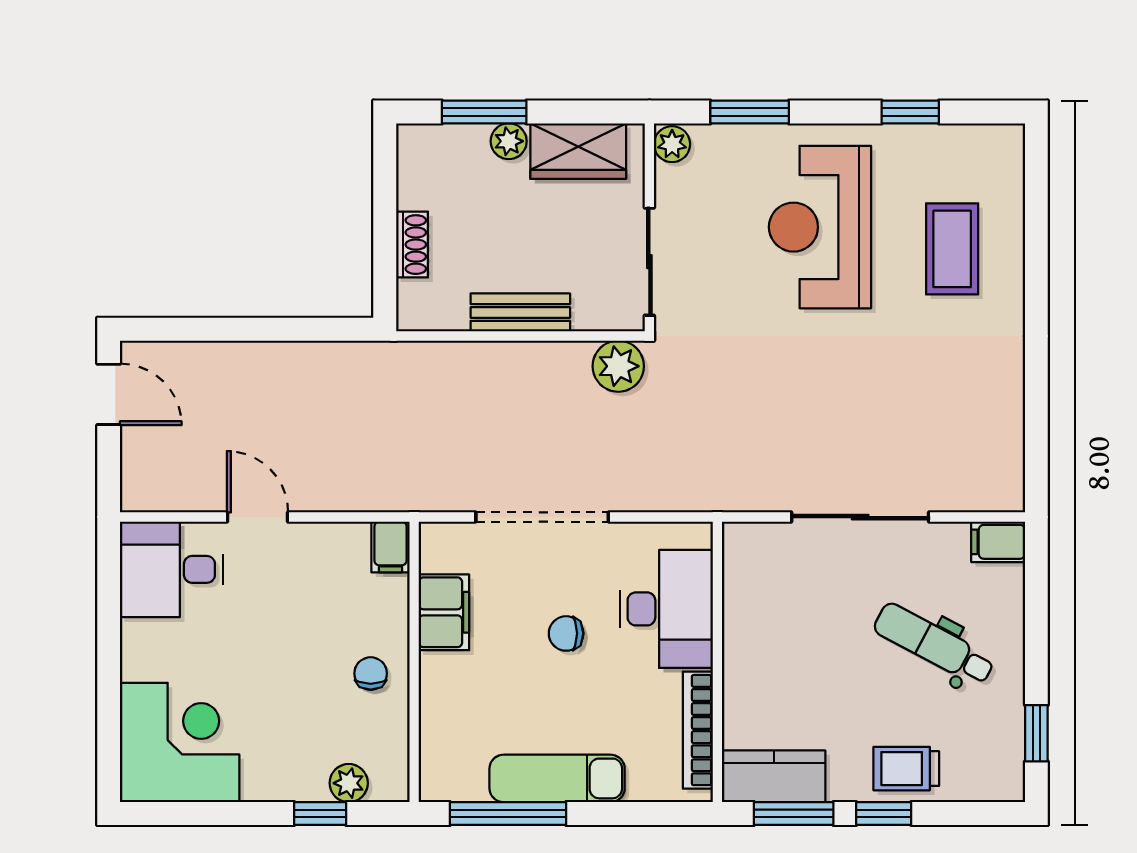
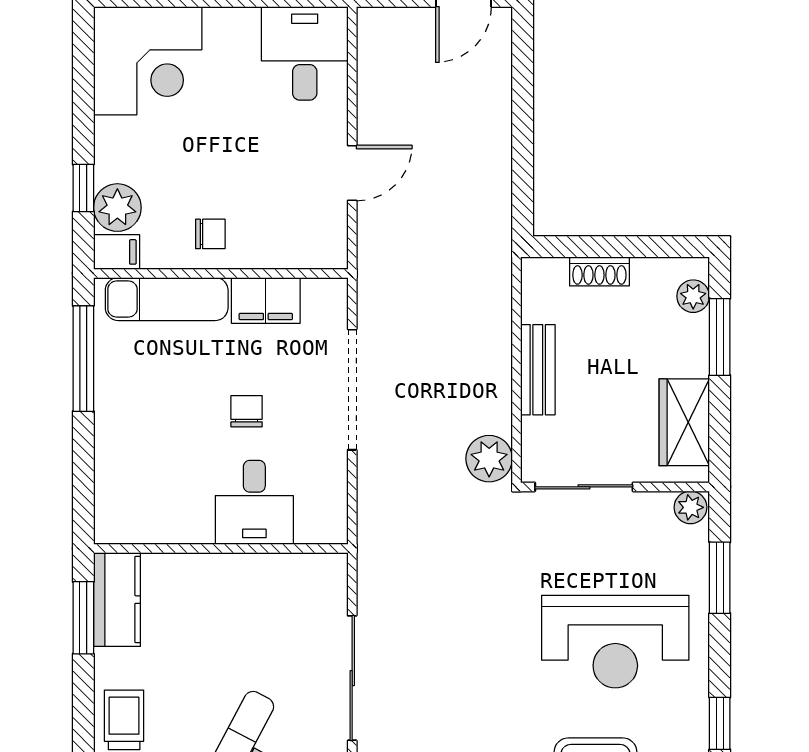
plant: (509, 141) -> (693, 296), moved
reception desk: (820, 227) -> (615, 642), turned 180
door: (258, 517) -> (352, 173), moved
filing cabinet: (391, 547) -> (117, 252), moved, turned 180
desk: (666, 609) -> (254, 502), width x0.73
bookcase: (698, 730) -> (159, 531), removed
exam couch: (557, 778) -> (167, 299), moved, turned 90
plant: (349, 783) -> (117, 208), width x1.38, depth x1.38
window: (884, 813) -> (83, 699), removed

